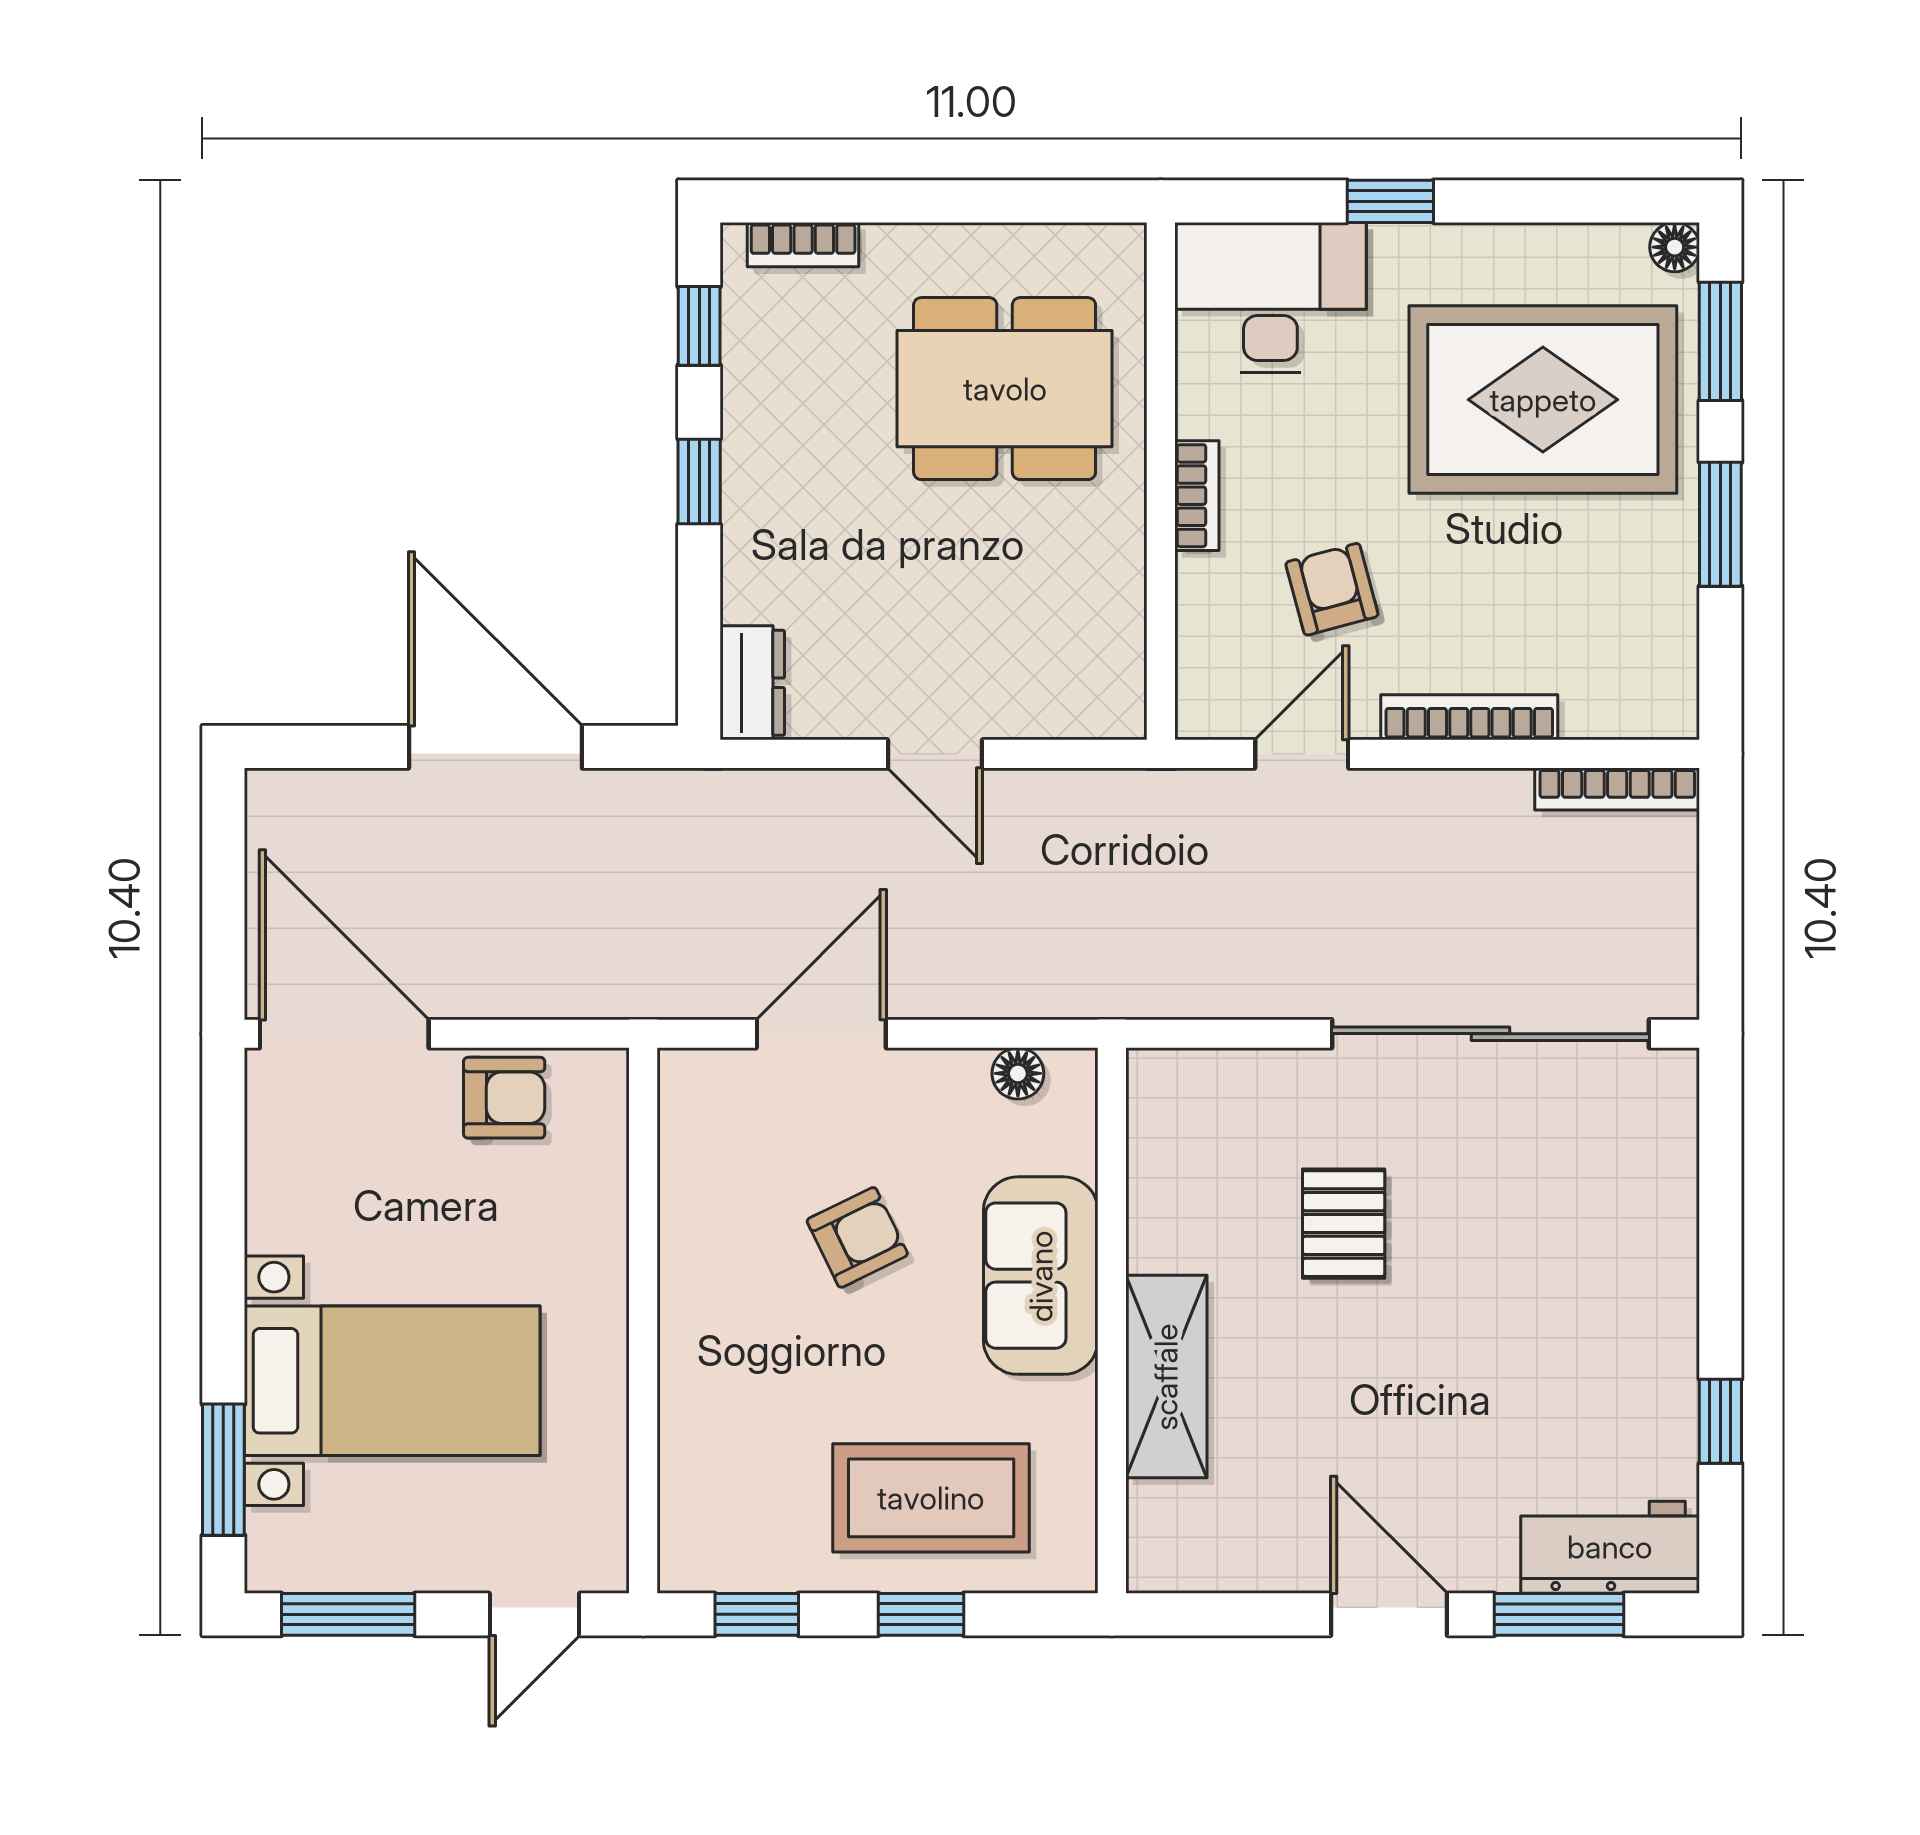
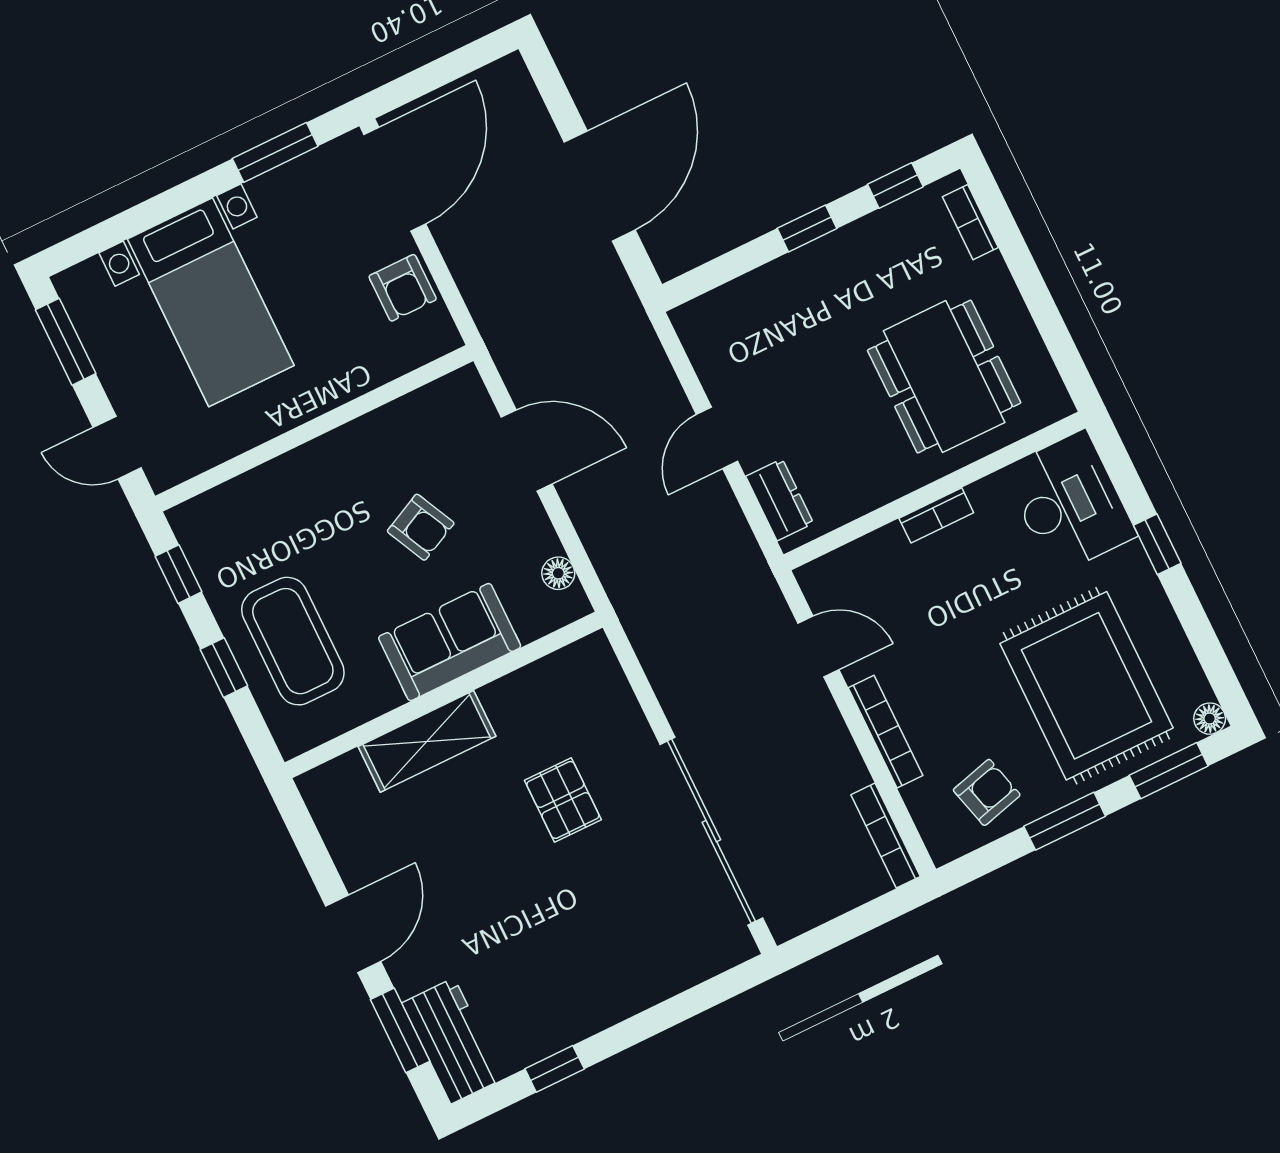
armchair: (1332, 589) -> (987, 792), moved
dresser: (752, 683) -> (780, 500), moved, turned -90
pallet: (1344, 1224) -> (563, 800), turned 90
window: (223, 1470) -> (275, 152), moved

